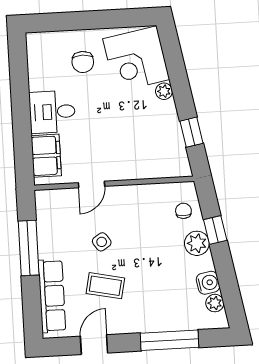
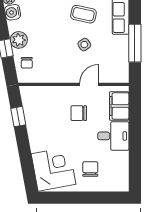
plant: (164, 91) -> (36, 146), removed
chair: (104, 142) -> (79, 113), added

